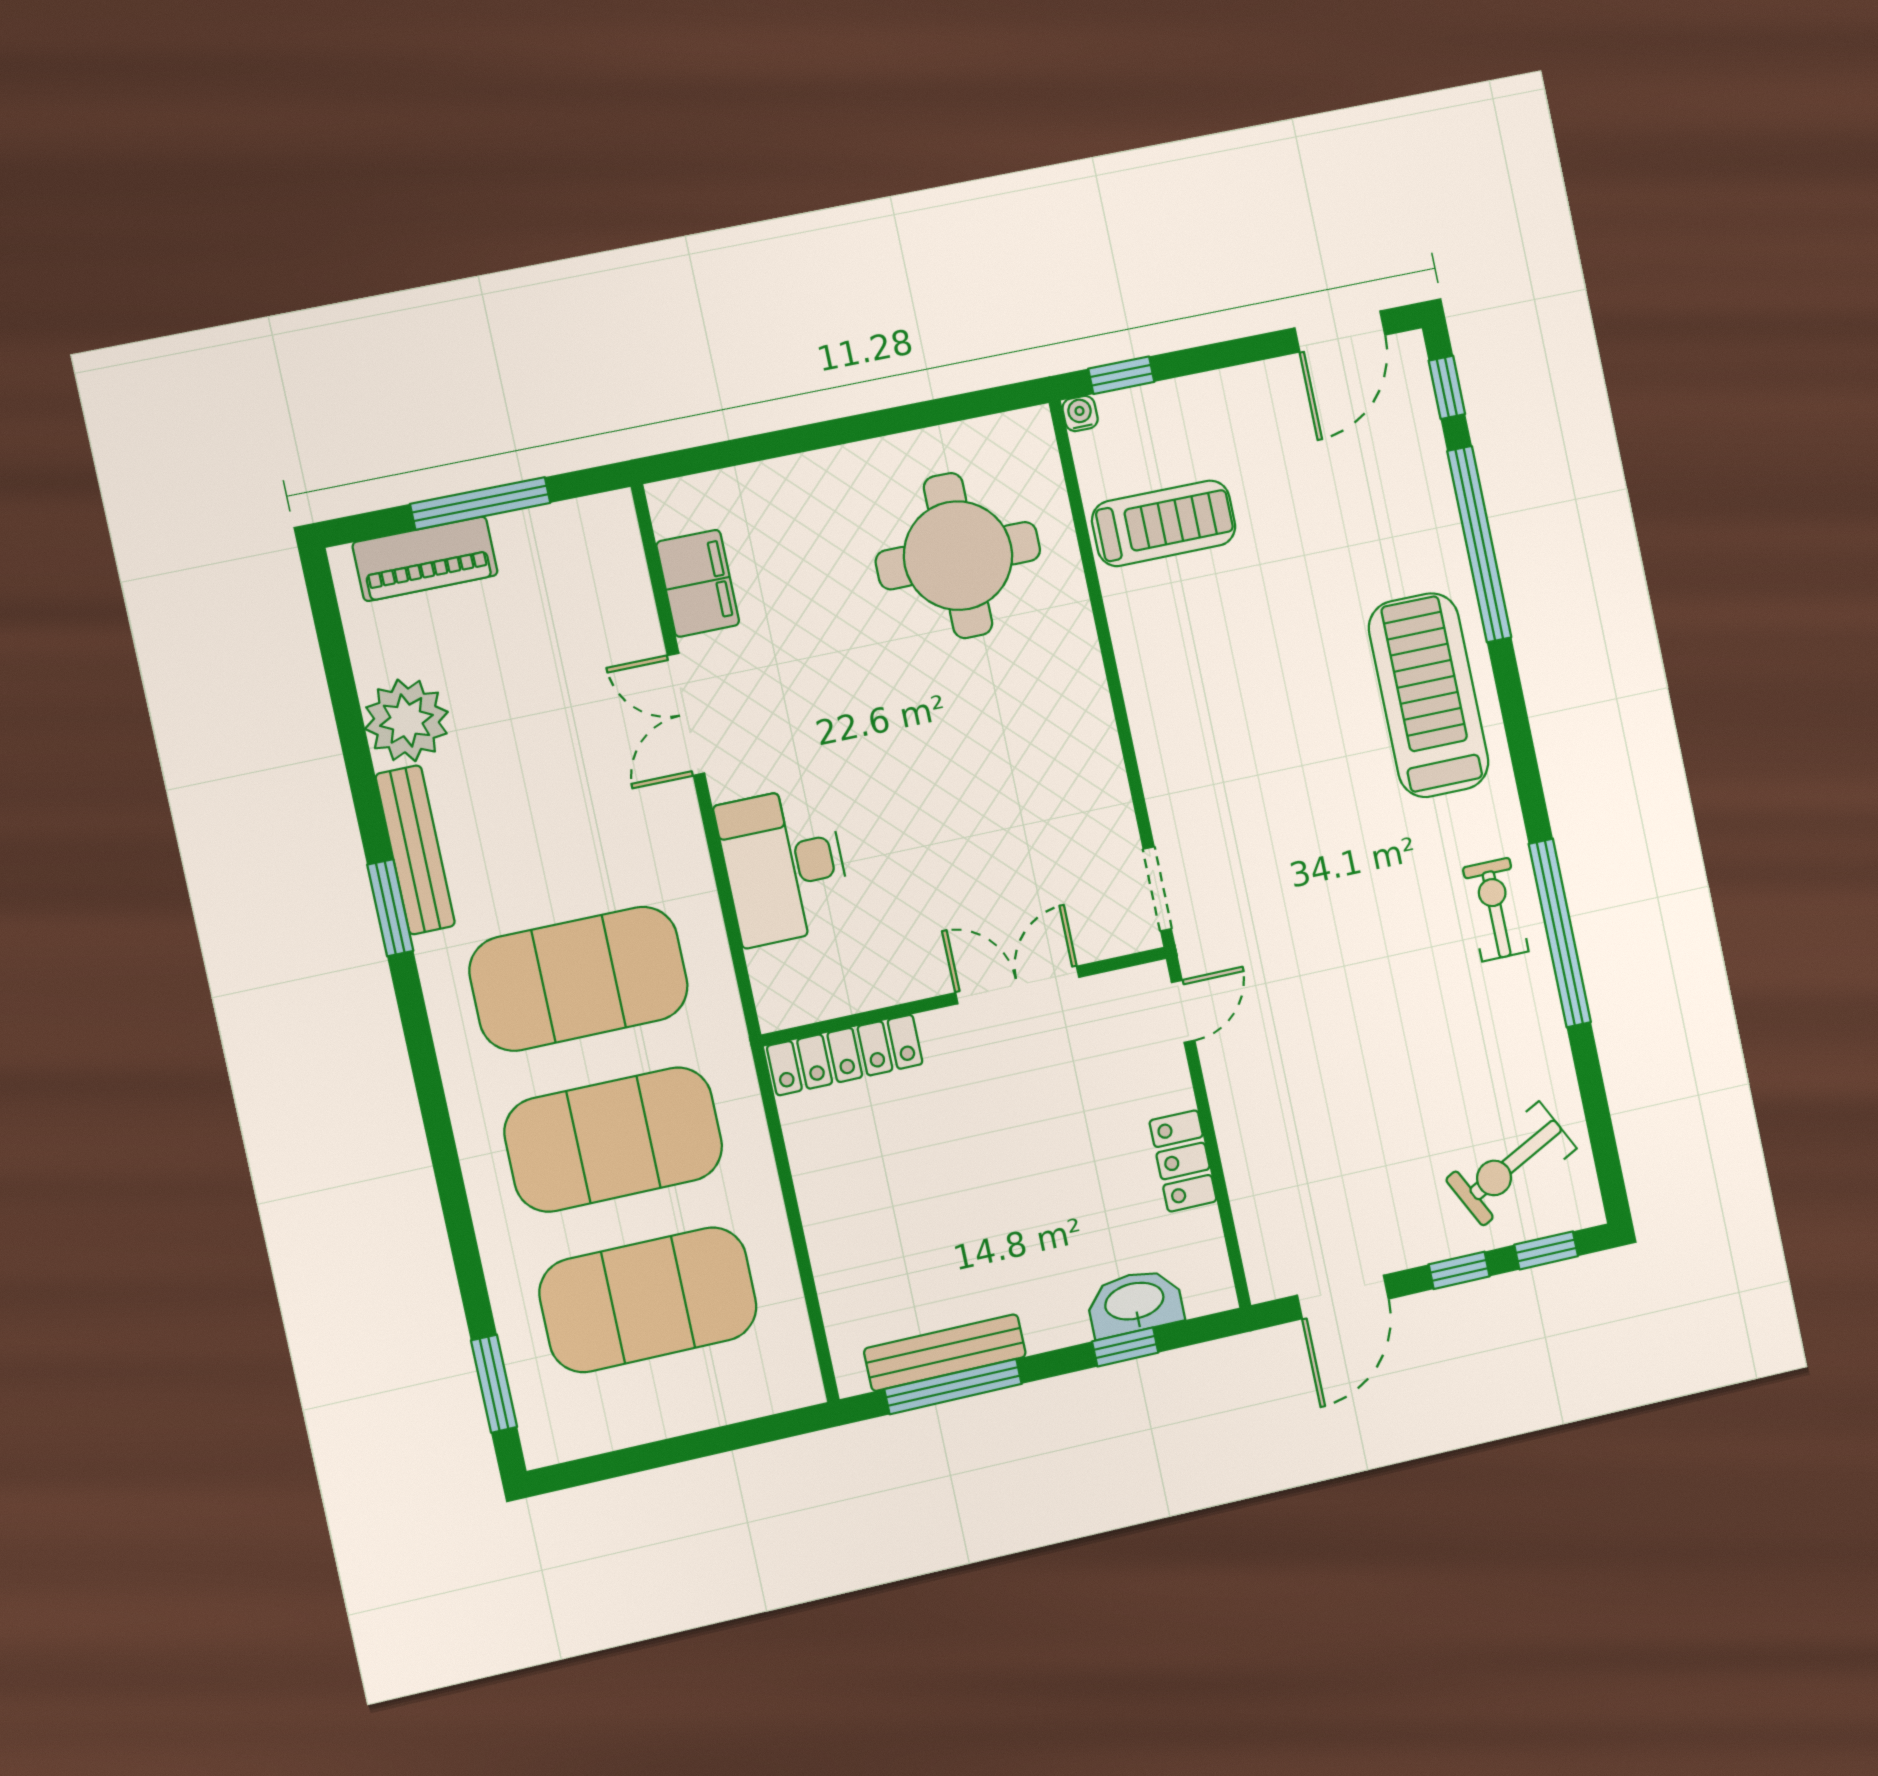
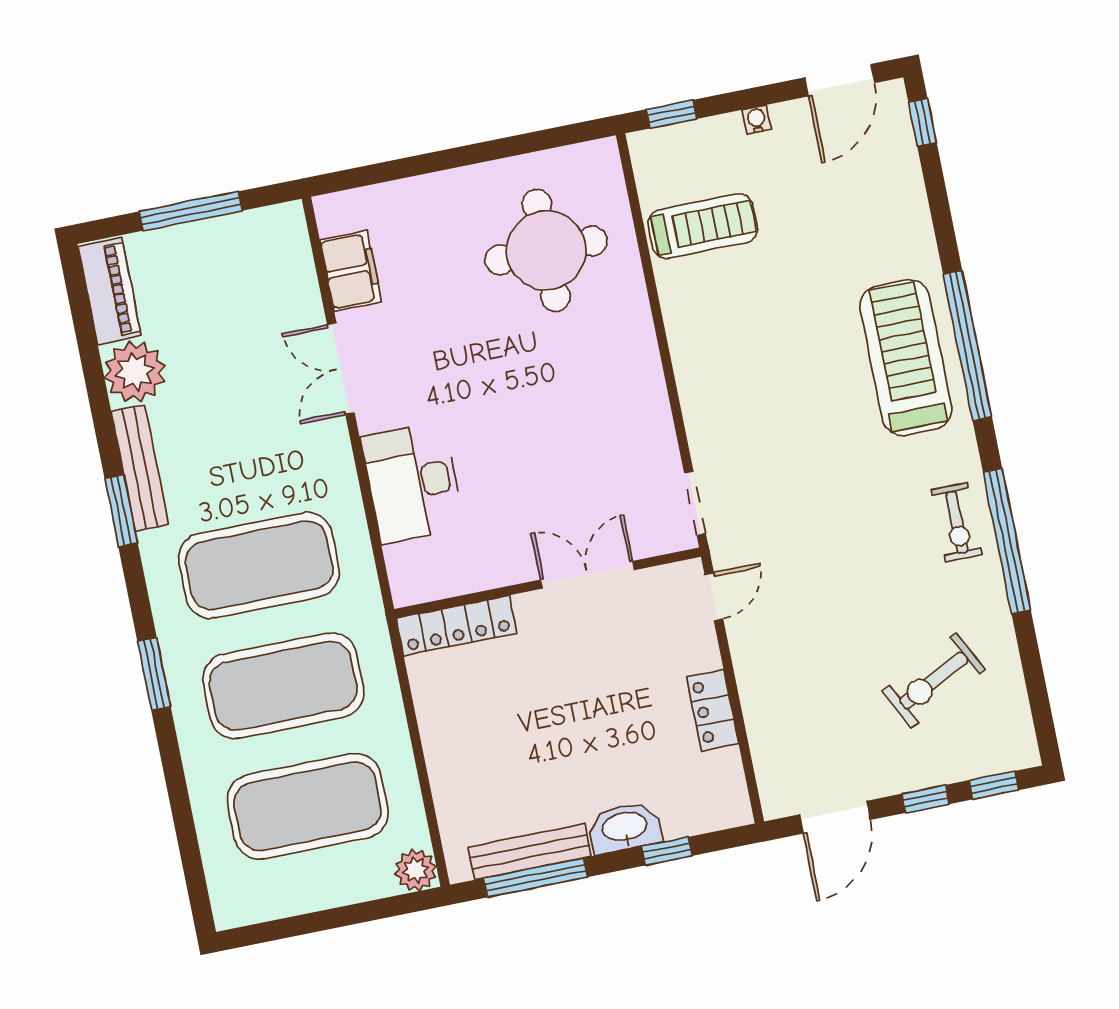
water cooler: (1080, 414) -> (756, 120), moved
window: (1479, 544) -> (967, 346), moved
piano: (425, 559) -> (110, 291), moved, turned -90
exercise bike: (1496, 910) -> (957, 522), turned 180
exercise bike: (1511, 1164) -> (934, 681), moved
washbasin: (1135, 1303) -> (625, 828), moved
plant: (794, 1381) -> (416, 870), added
window: (494, 1384) -> (154, 674), moved

